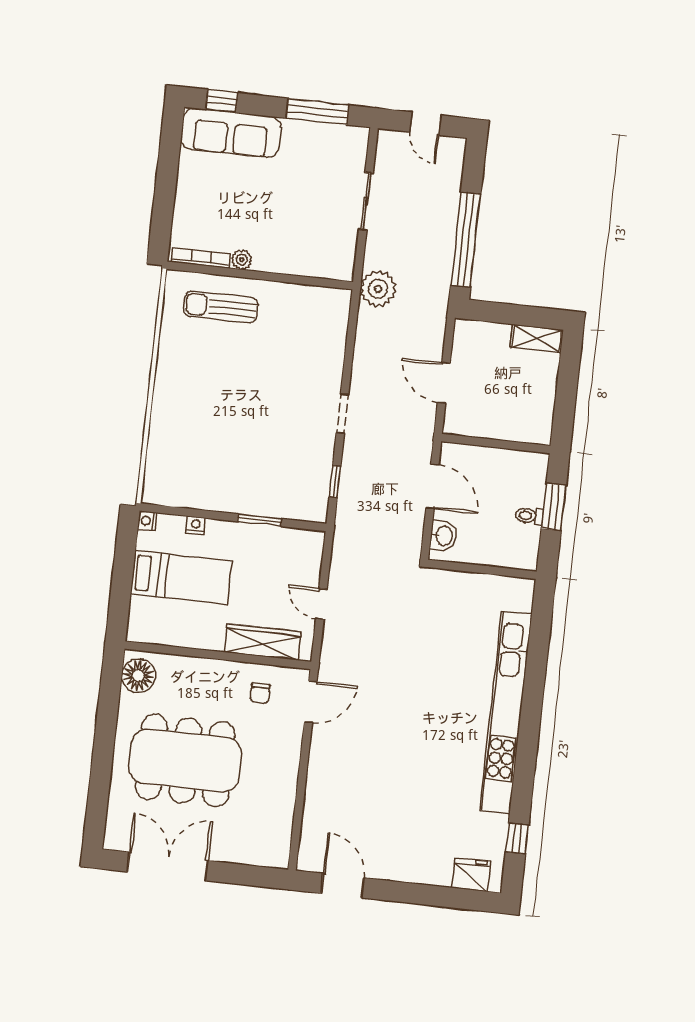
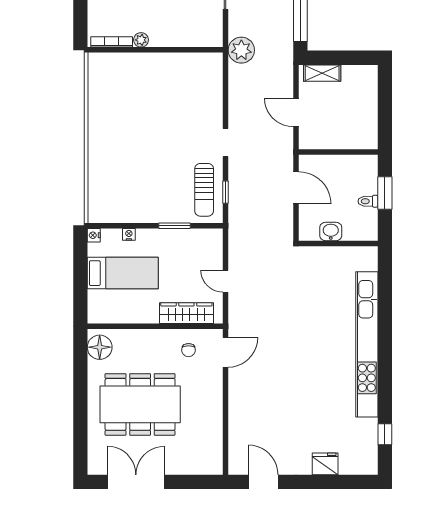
sun lounger: (221, 307) -> (204, 190), moved, turned -90
shelving: (537, 338) -> (322, 73), moved
washbasin: (443, 536) -> (331, 231), moved, turned -90
fridge: (471, 875) -> (325, 464), moved

